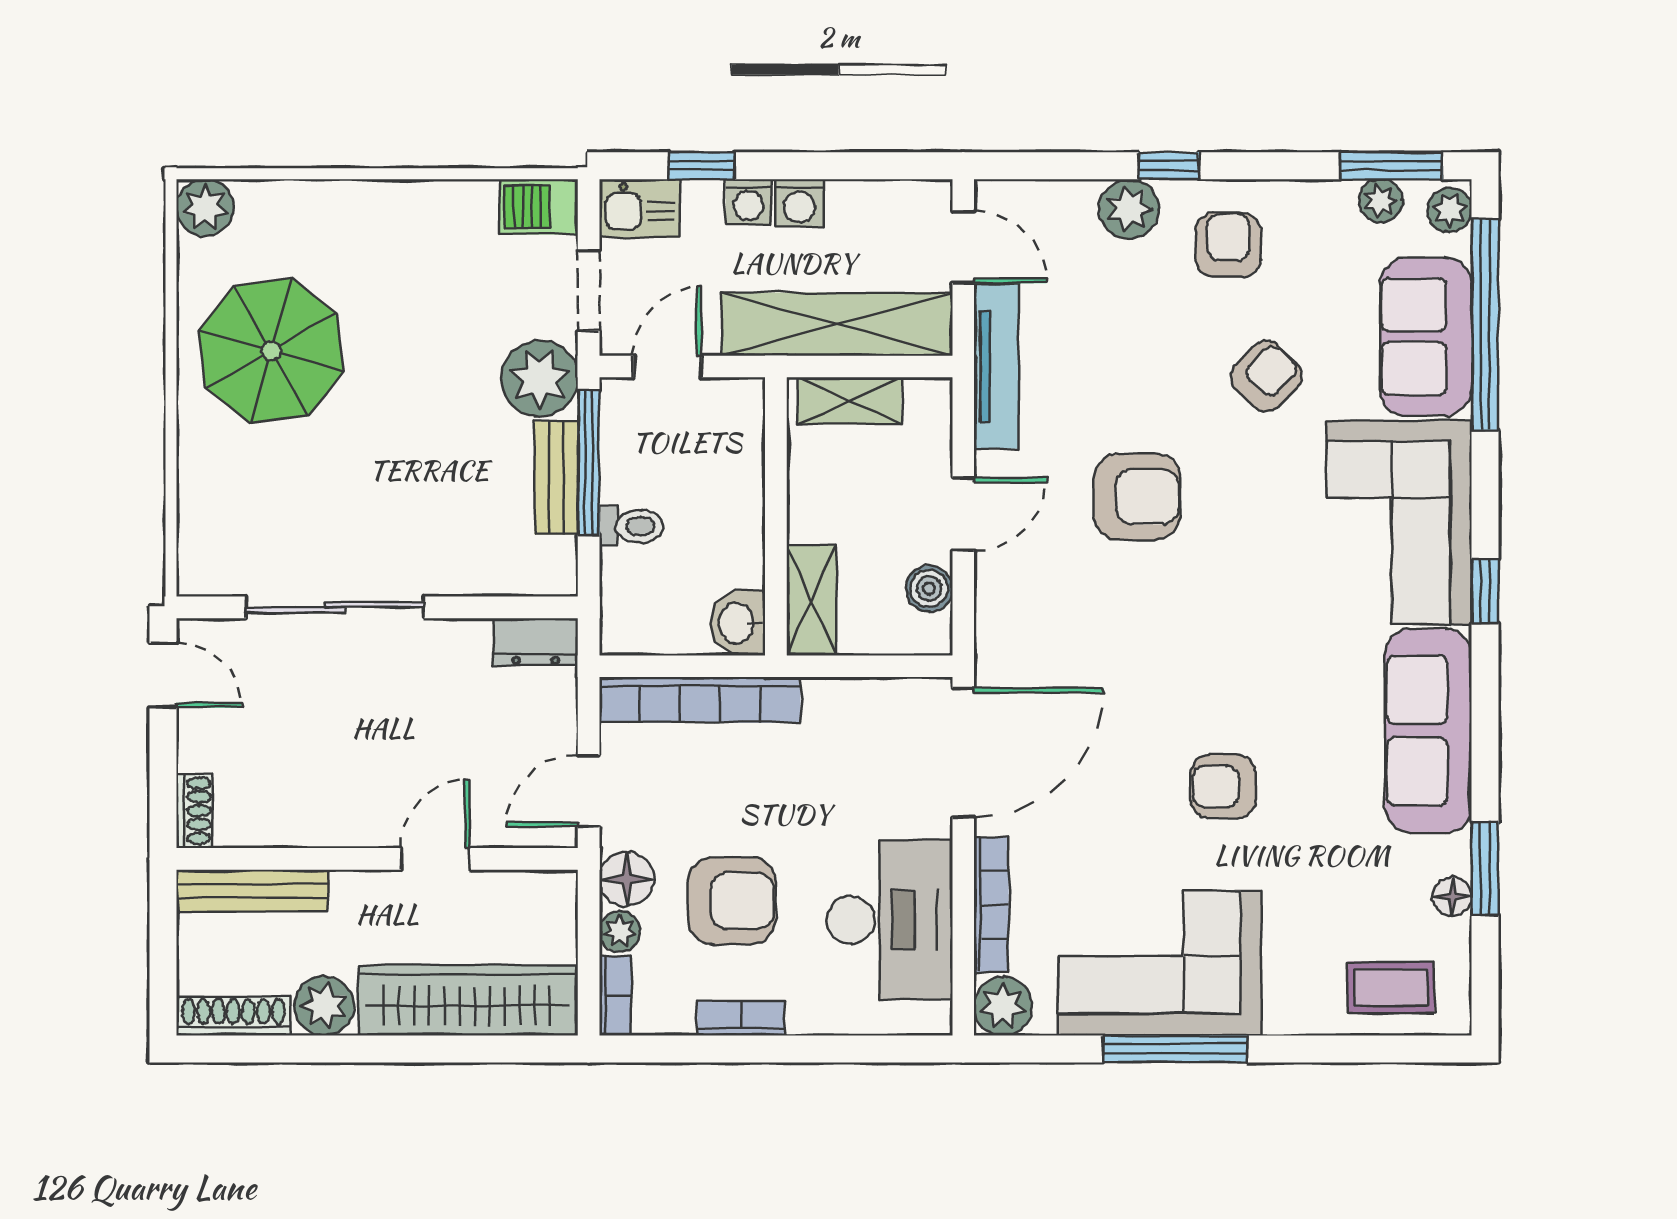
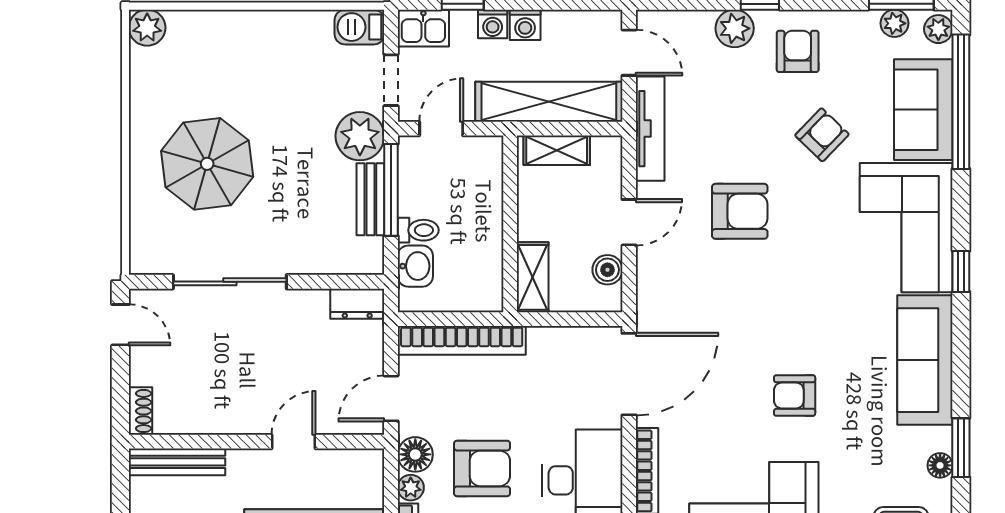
parasol: (271, 351) -> (207, 164), moved
washbasin: (738, 623) -> (415, 266), moved, turned 180

